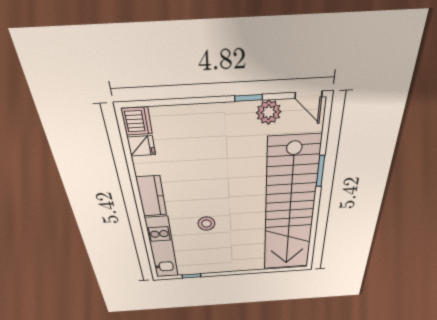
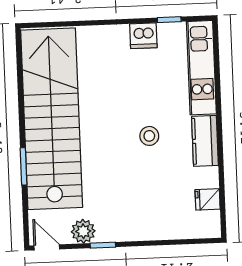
dishwasher: (137, 121) -> (143, 36), moved, turned -90
stool: (206, 224) -> (149, 136), moved

